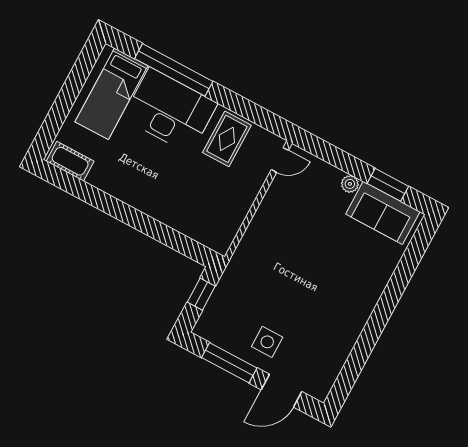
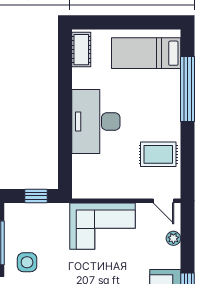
desk: (170, 111) -> (96, 122), moved, turned 180
plant: (350, 184) -> (173, 238), moved
corner sofa: (272, 240) -> (103, 226), added

